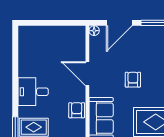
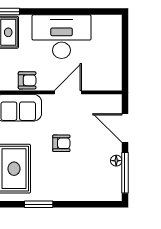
floor lamp: (94, 31) -> (116, 161), moved
desk: (33, 92) -> (62, 37), width x1.87, depth x1.30

